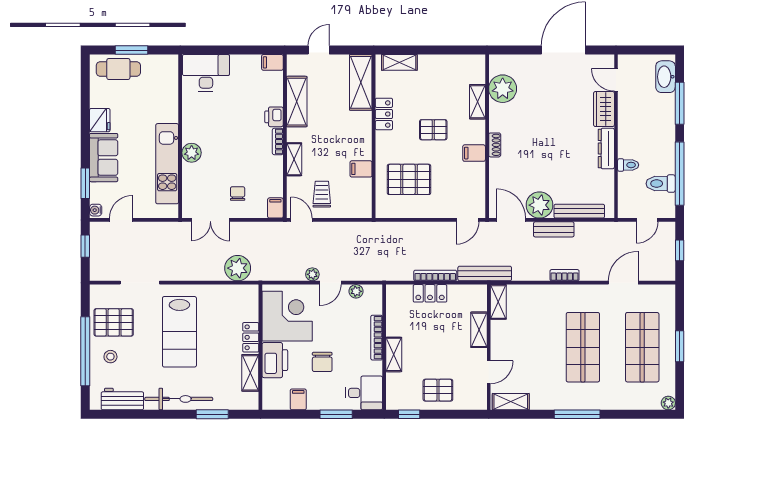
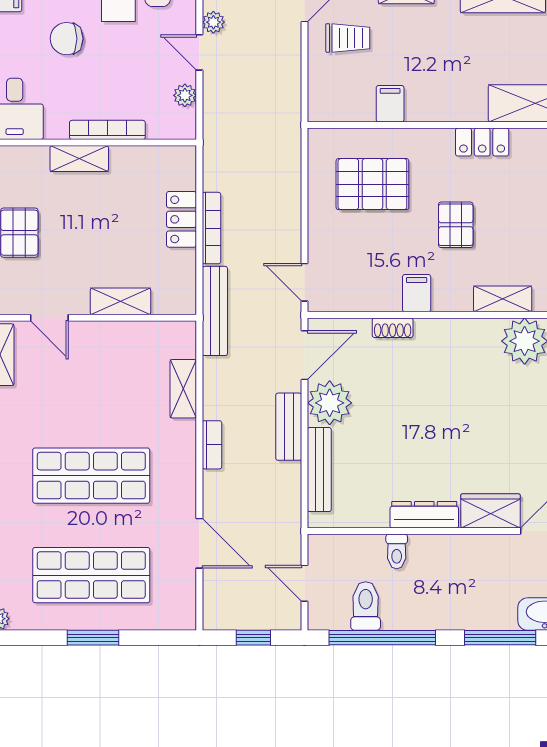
shoe rack: (495, 145) -> (393, 328), moved
pallet: (409, 179) -> (372, 184), turned 90
shelving: (498, 302) -> (183, 389), moved, turned 90

